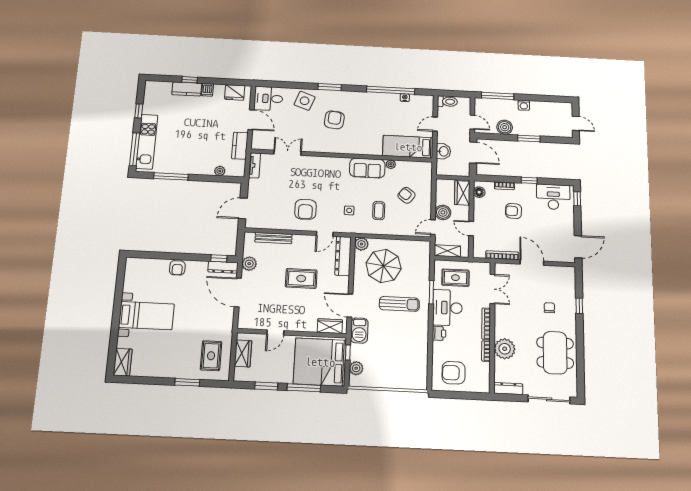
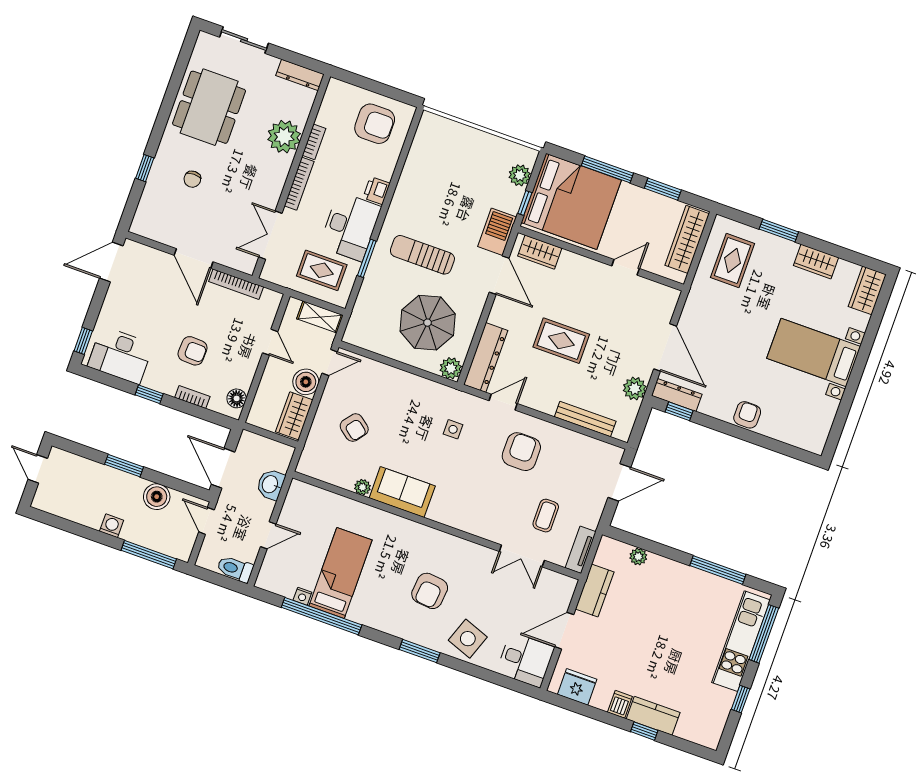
door: (251, 120) -> (564, 631), hinge flipped
bed: (408, 147) -> (341, 573), moved, turned -90
wardrobe: (462, 193) -> (294, 416), moved, turned 180
coffee table: (379, 211) -> (546, 516), moved
wardrobe: (243, 353) -> (687, 239), width x1.50
wardrobe: (159, 370) -> (816, 262), added
sliding door: (549, 399) -> (244, 40), width x0.73

